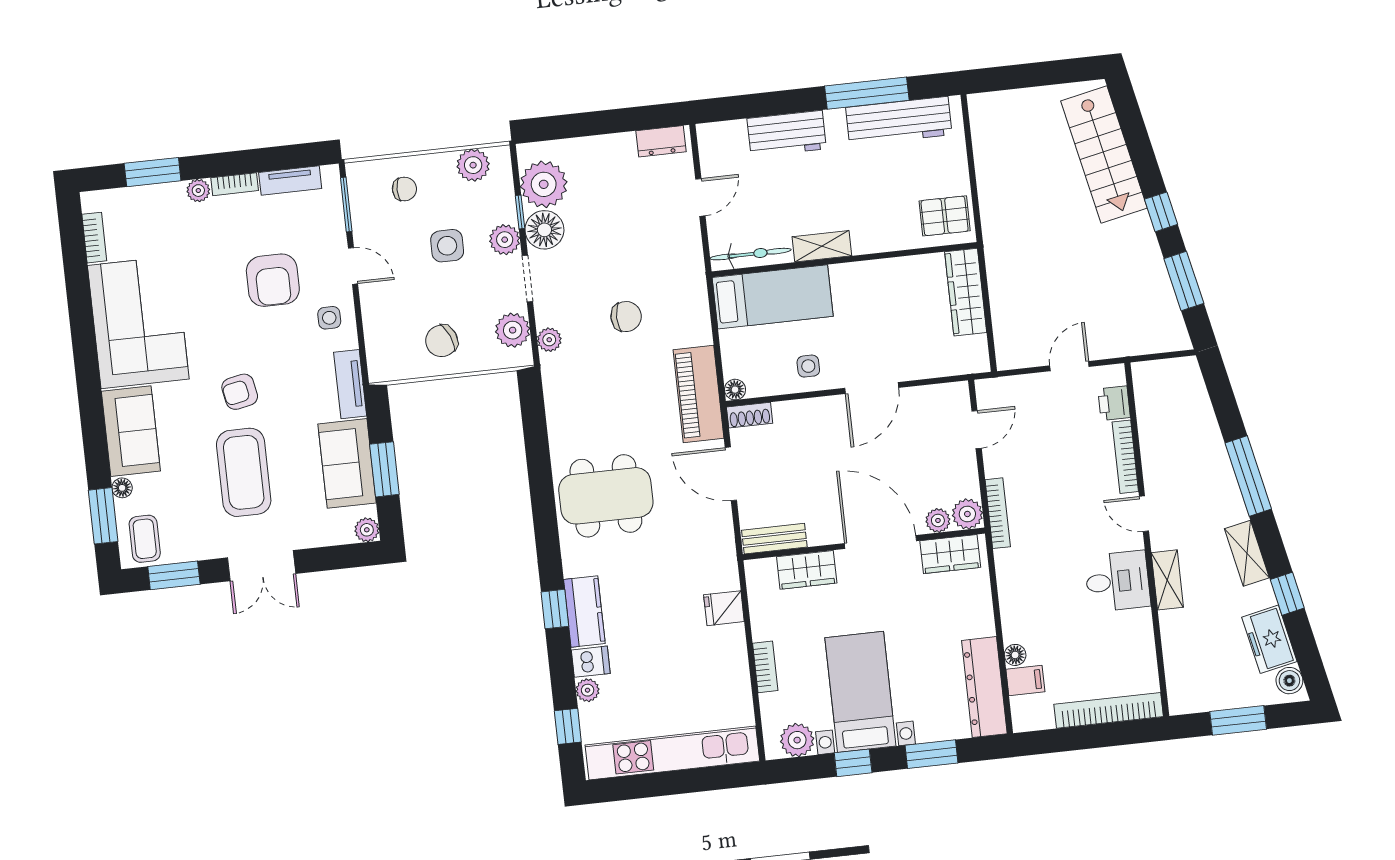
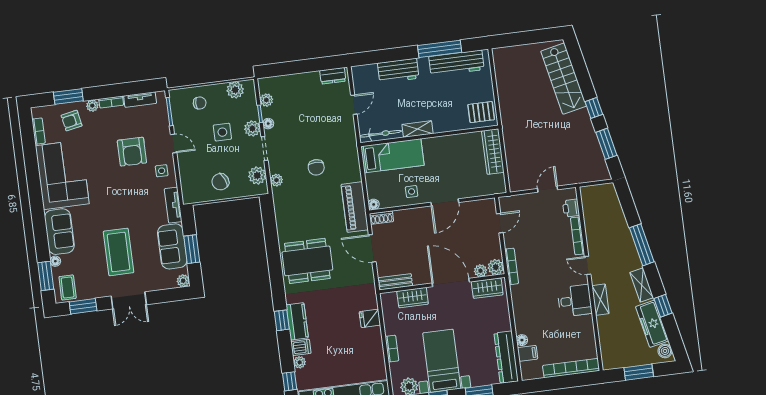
plant: (544, 184) -> (266, 100), width x0.53, depth x0.53
floor lamp: (544, 230) -> (268, 124), width x0.53, depth x0.53
chair: (626, 317) -> (316, 167), turned 90
armchair: (240, 392) -> (72, 121), moved
freezer: (1269, 639) -> (652, 324), width x1.40

